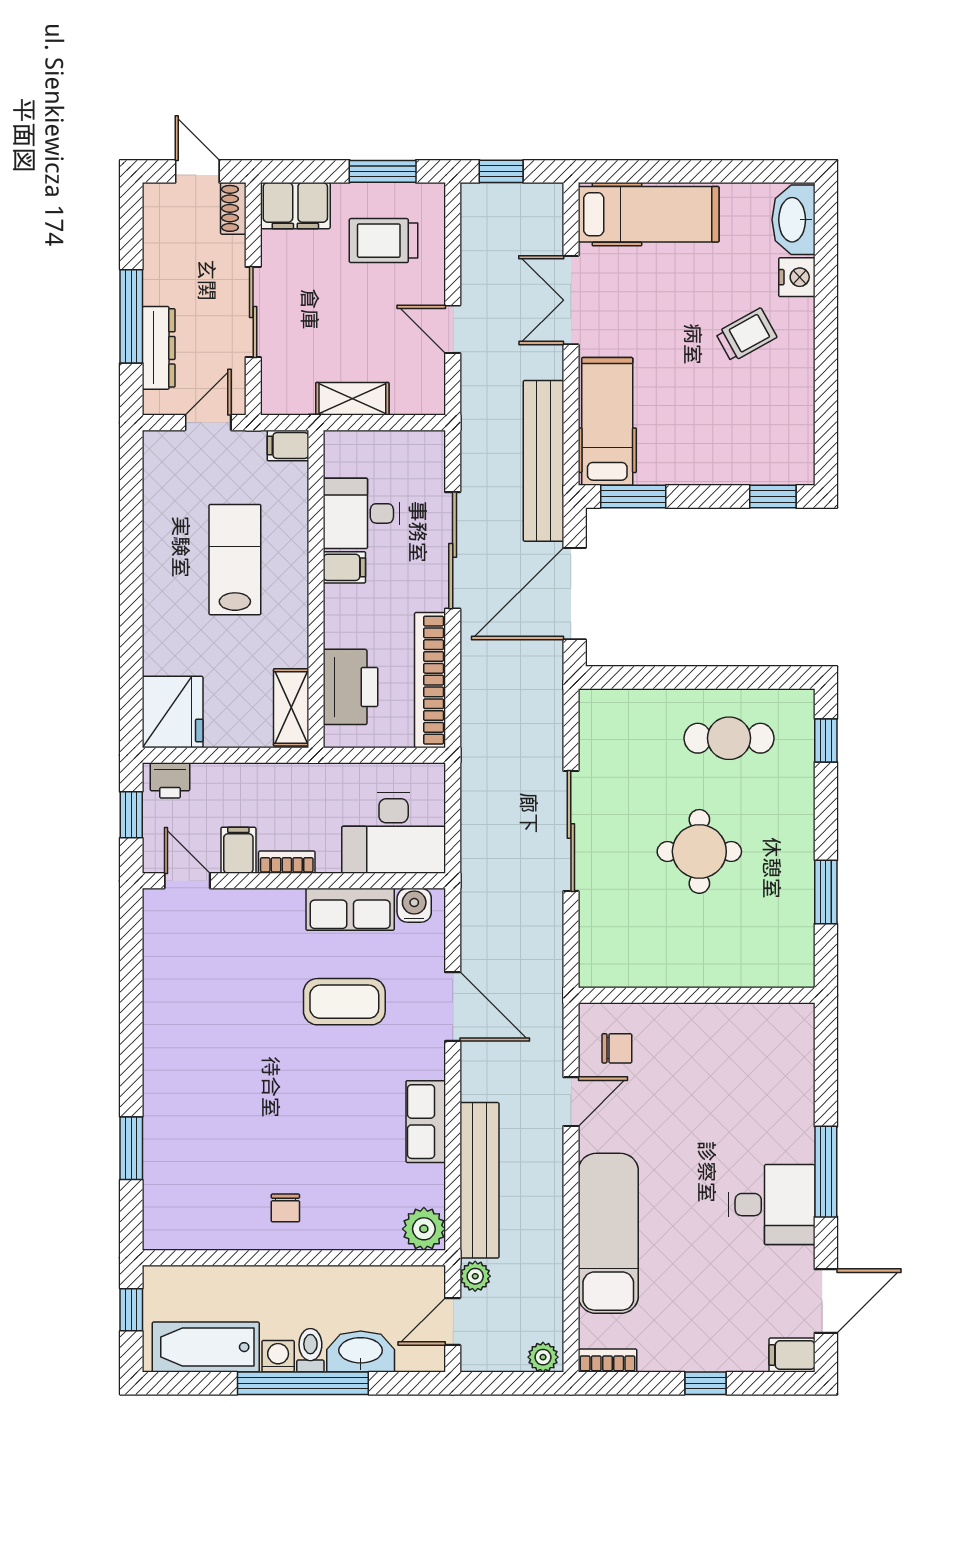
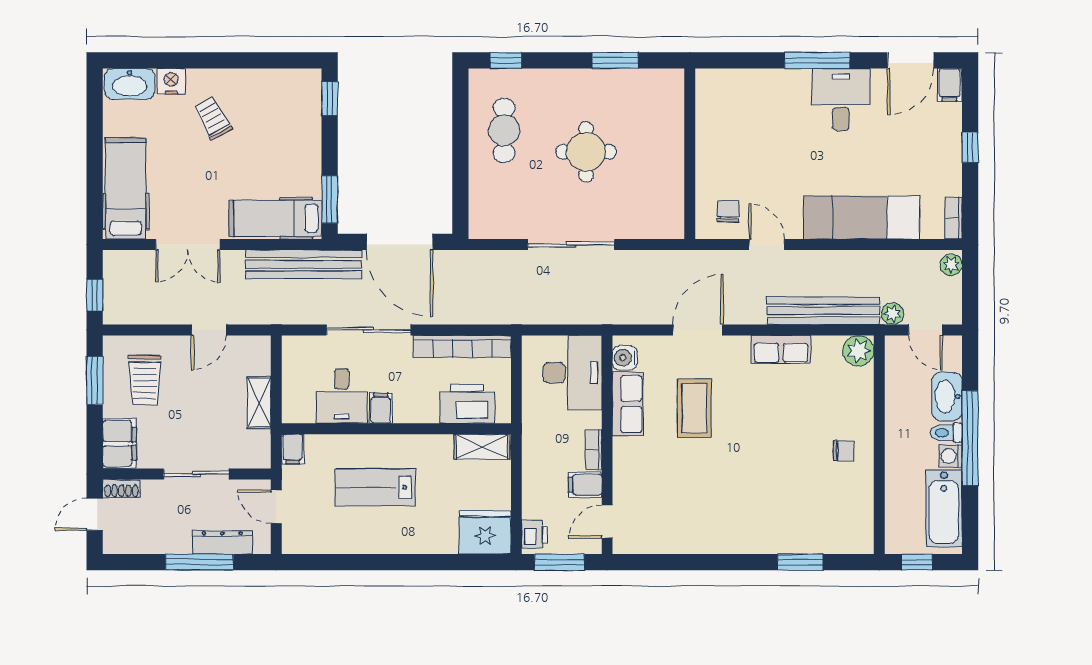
window: (131, 815) -> (559, 562), width x1.50
door: (826, 1301) -> (911, 60), swing flipped

